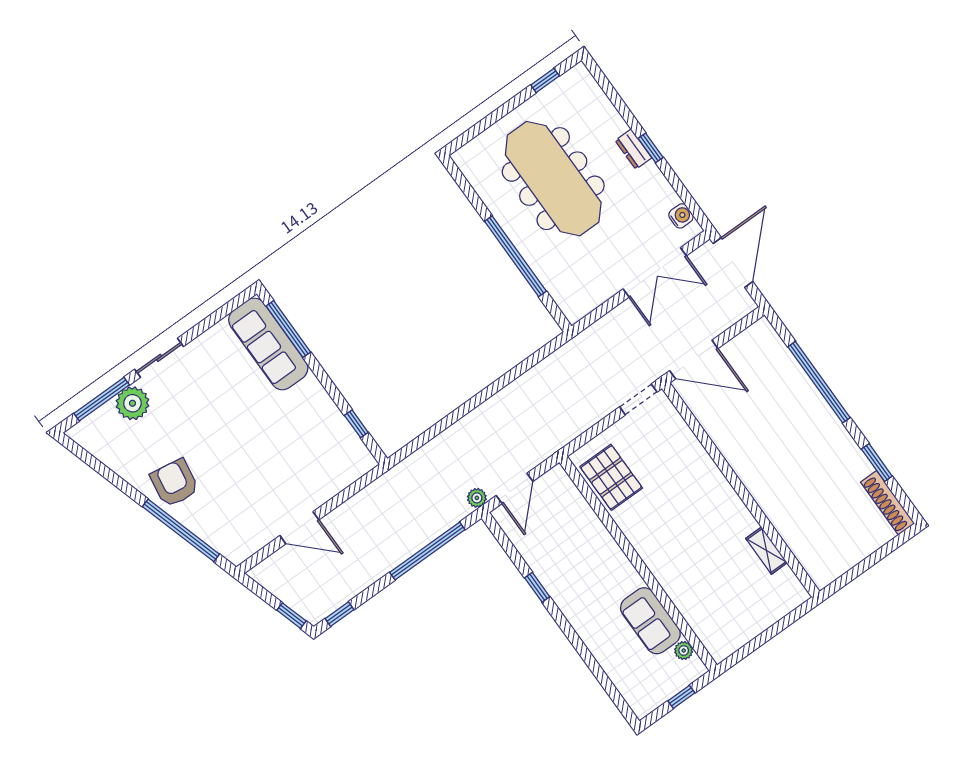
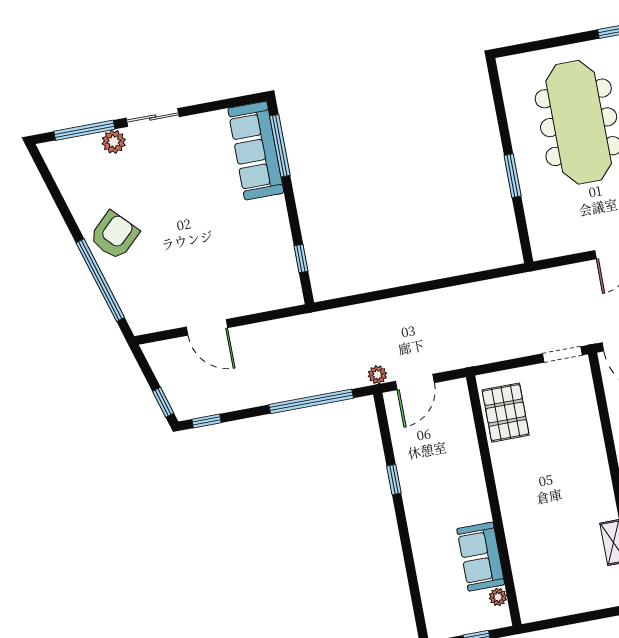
window: (515, 256) -> (513, 176), width x0.47
plant: (132, 403) -> (114, 142), width x0.73, depth x0.73
armchair: (175, 483) -> (114, 235), turned 37

